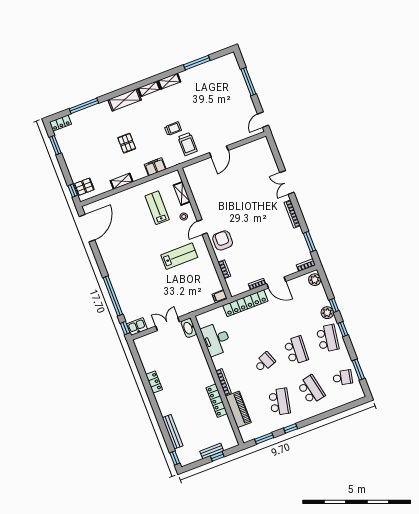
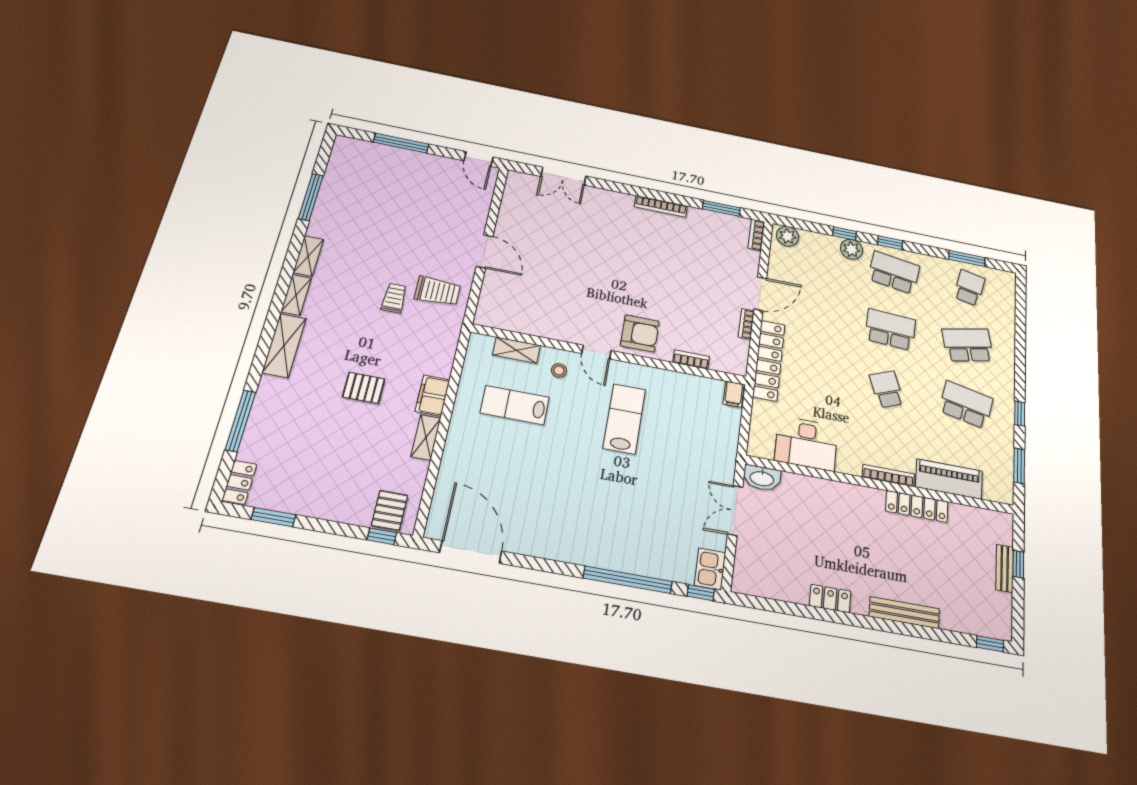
filing cabinet: (155, 167) -> (433, 396), moved
double door: (287, 182) -> (563, 176), moved
armchair: (223, 240) -> (640, 333), turned 180
bench: (173, 432) -> (904, 613), moved

